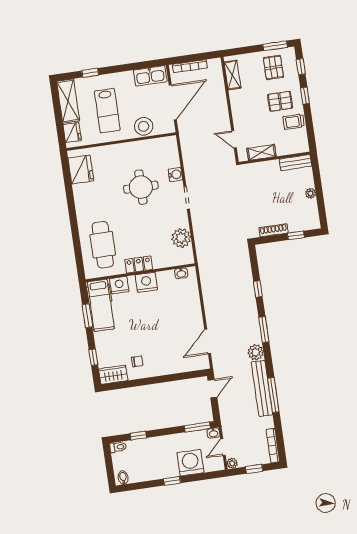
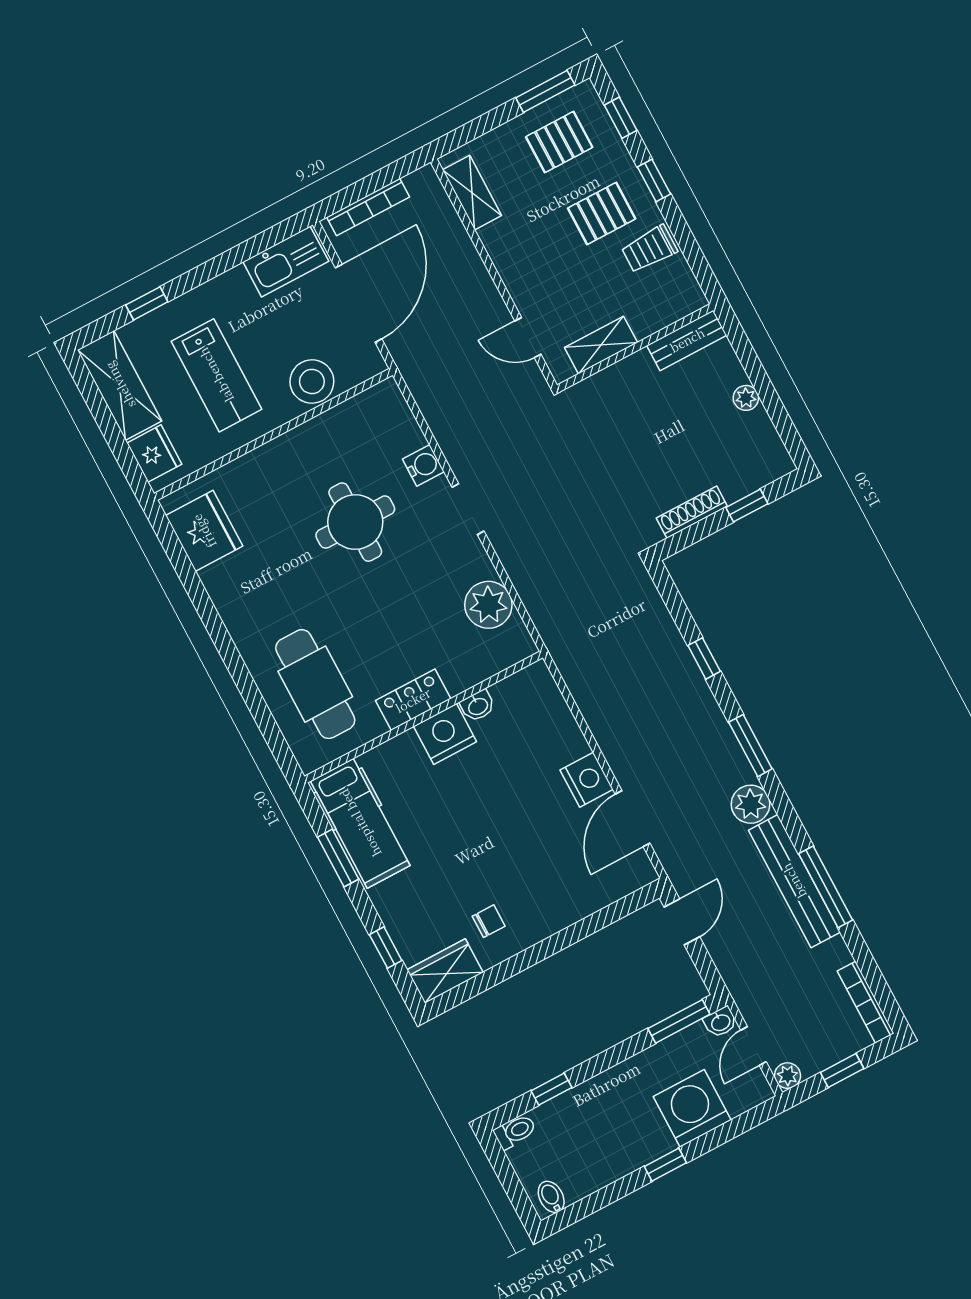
pallet: (273, 67) -> (559, 142), turned 90
washbasin: (181, 273) -> (478, 706), moved
nightstand: (119, 285) -> (587, 780), moved, turned 90

